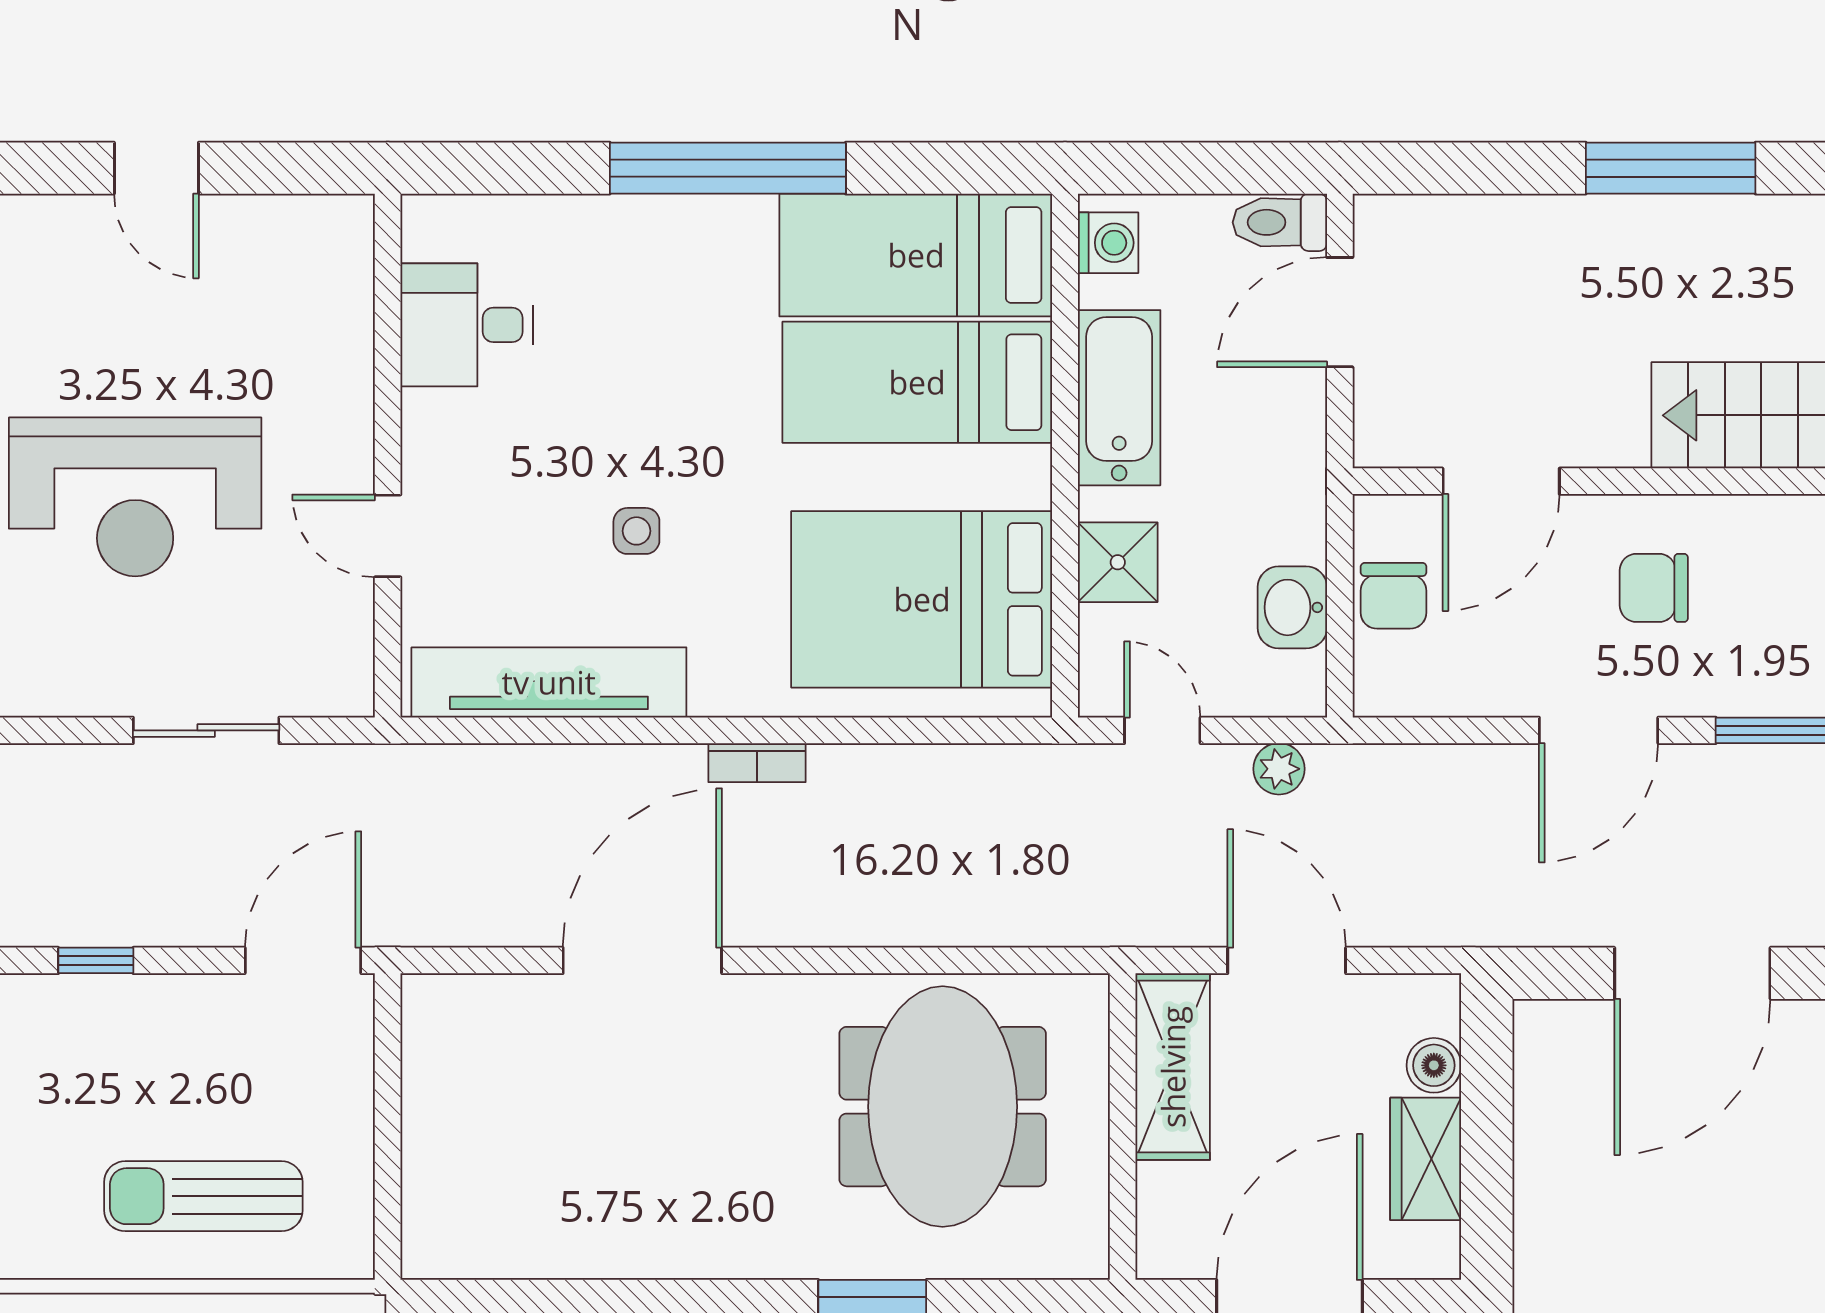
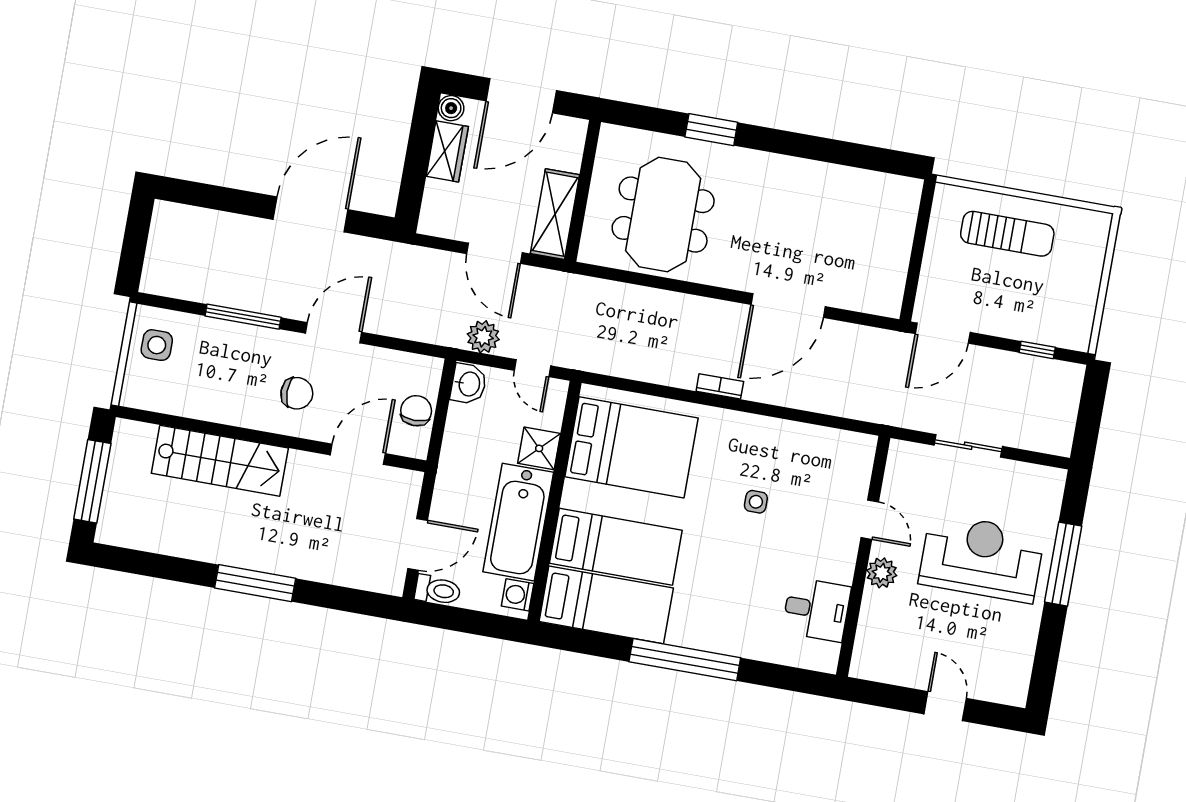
bathtub: (1119, 398) -> (518, 522), width x1.36, depth x1.36
plant: (342, 427) -> (882, 573), added
washbasin: (1292, 607) -> (468, 384), moved
tv unit: (549, 682) -> (808, 440), removed
plant: (1279, 769) -> (483, 337), width x1.38, depth x1.38
boiler: (1434, 1065) -> (451, 108), moved

